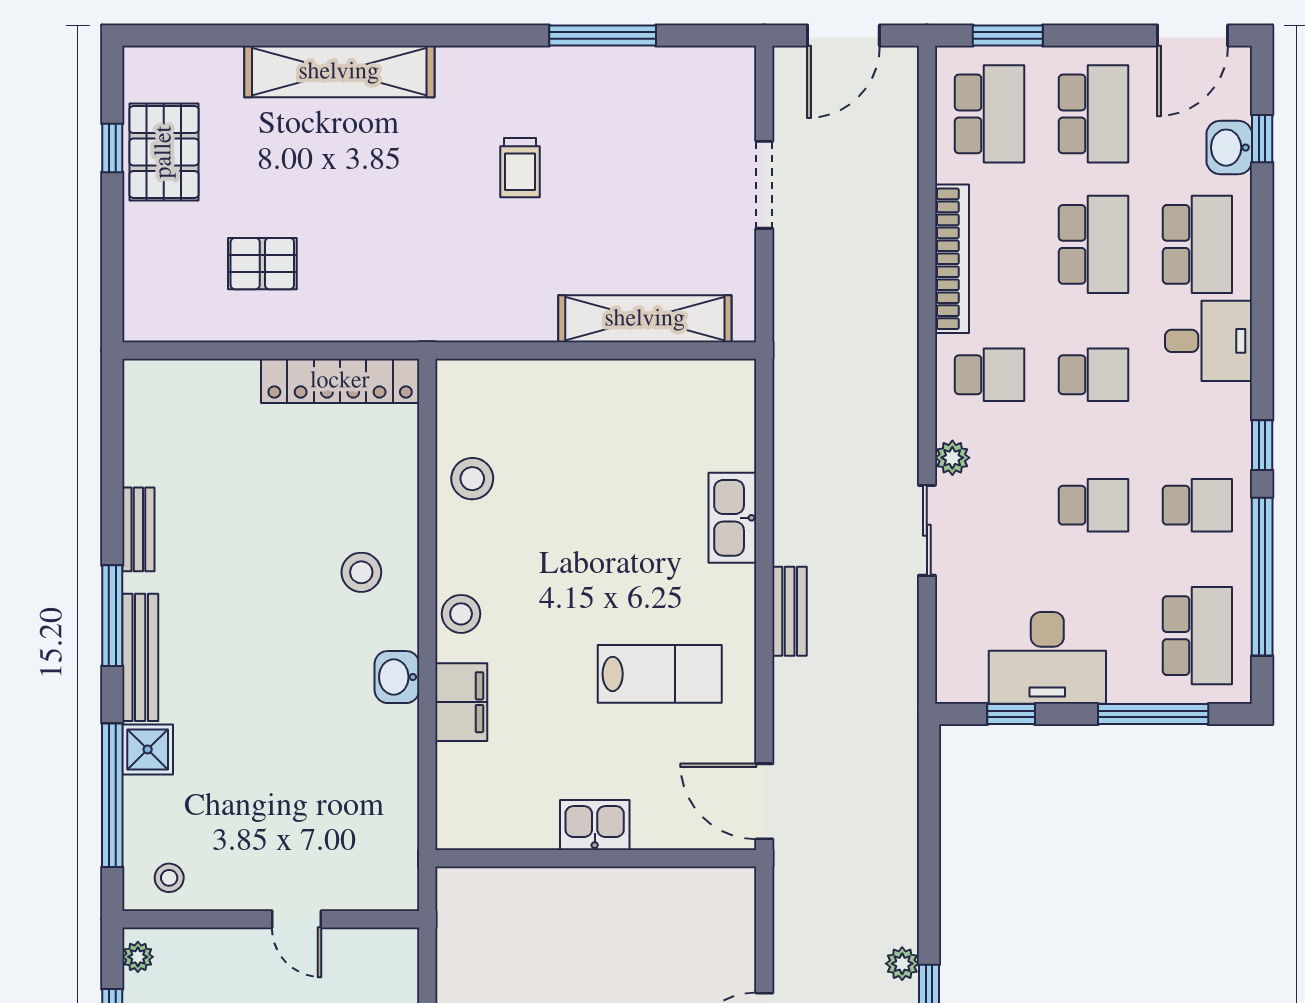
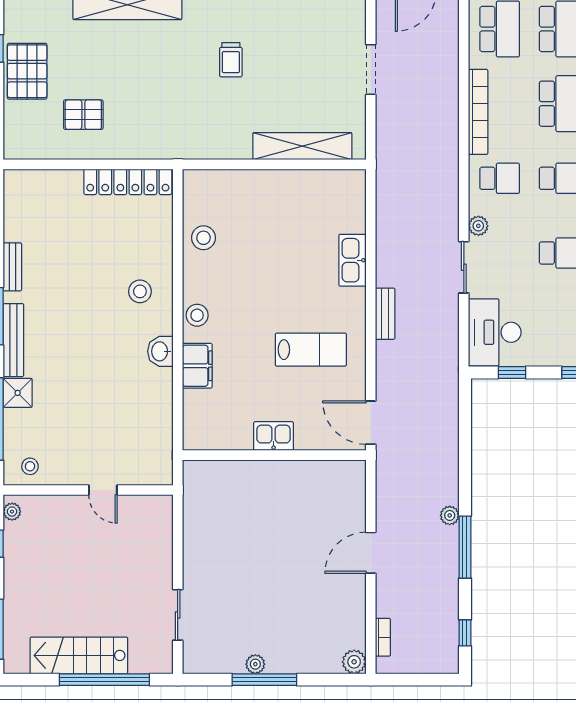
pallet: (164, 152) -> (27, 71), moved
desk: (1047, 658) -> (495, 332), moved, turned 90

